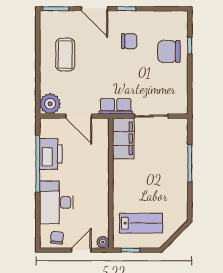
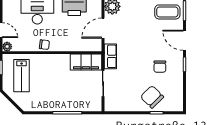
door: (94, 9) -> (185, 40), hinge flipped
chair: (169, 52) -> (152, 97), turned -45
coffee table: (65, 55) -> (167, 12), moved
chair: (57, 238) -> (44, 45), moved

